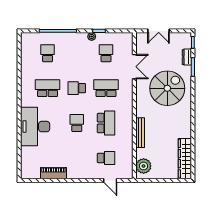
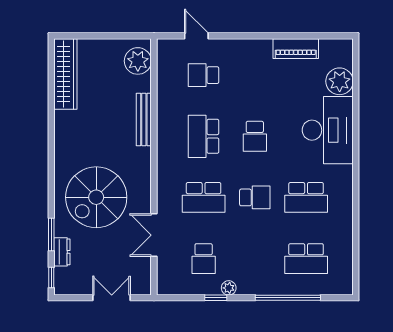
school desk: (48, 53) -> (306, 259), width x1.85
plant: (28, 154) -> (340, 81), added

